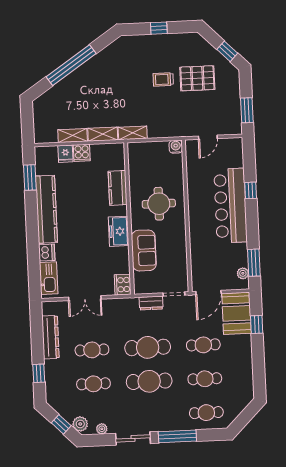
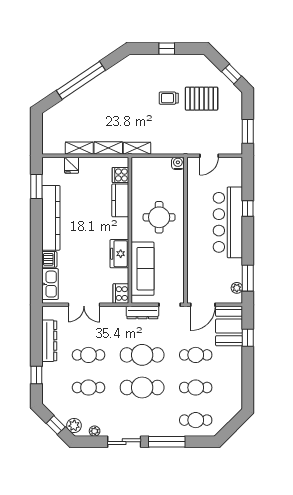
cooker: (82, 153) -> (120, 175), moved, turned 90
freezer: (119, 231) -> (119, 254), moved
sofa: (144, 250) -> (143, 269), width x1.36
dresser: (151, 303) -> (142, 312), width x1.44

